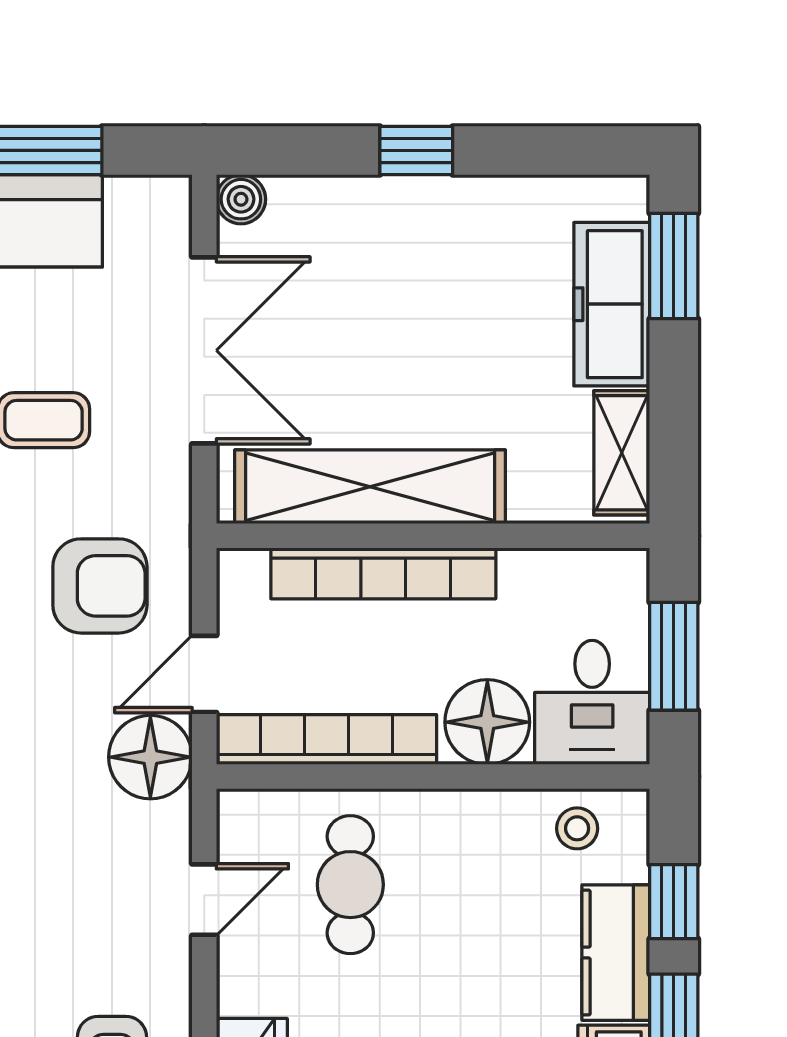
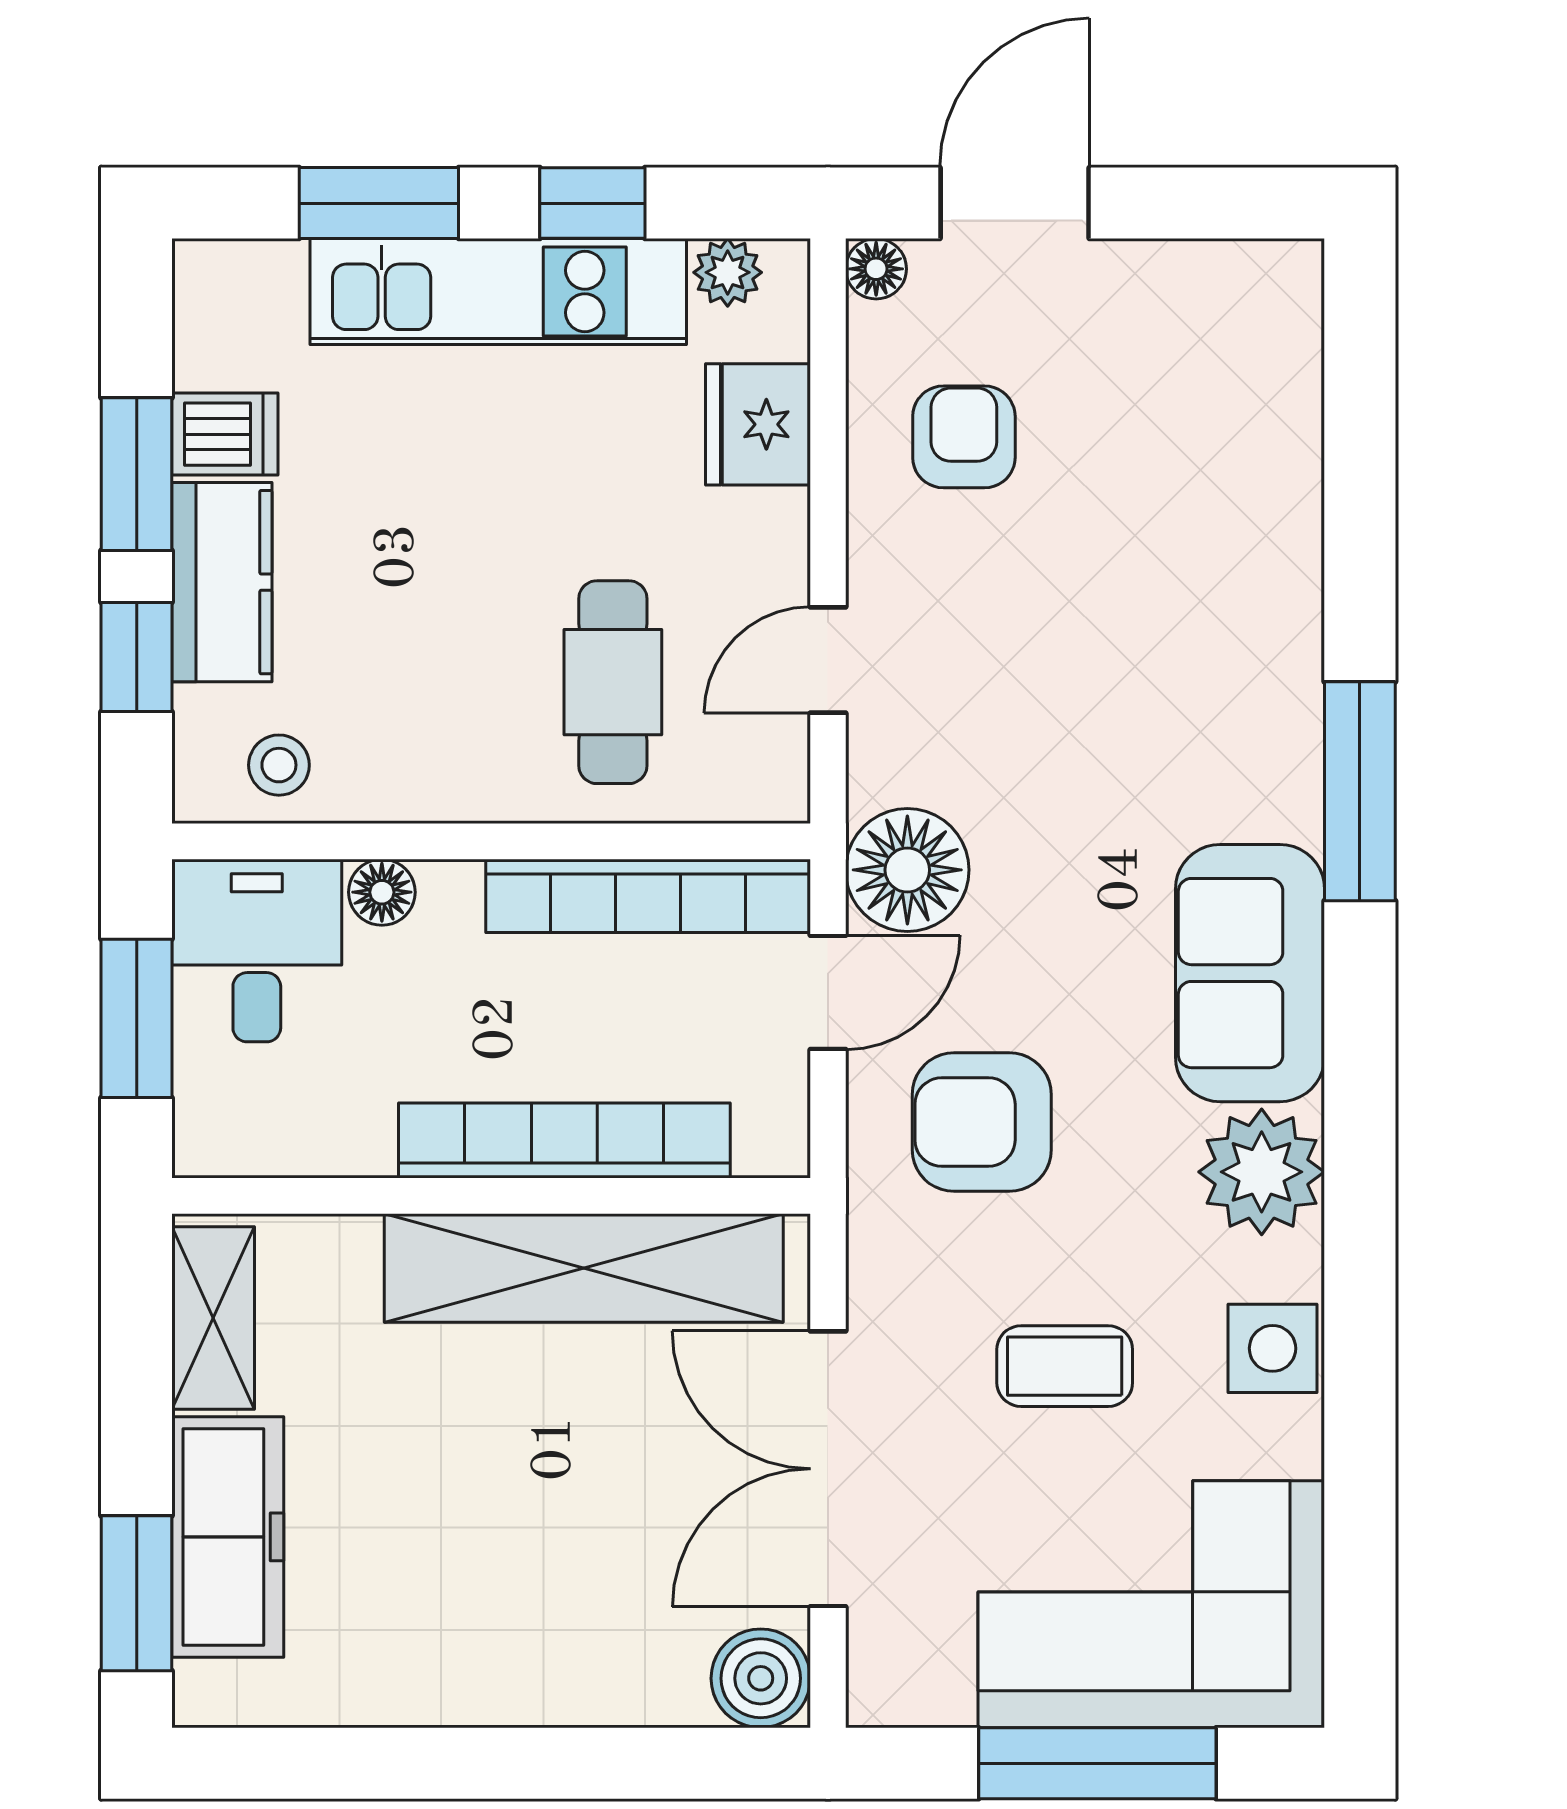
window: (416, 150) -> (516, 1763), removed
boiler: (241, 199) -> (761, 1678), width x1.36, depth x1.36
floor lamp: (487, 722) -> (382, 892), width x0.53, depth x0.53

